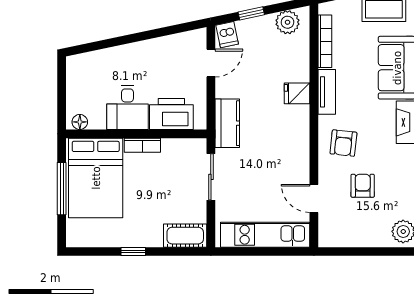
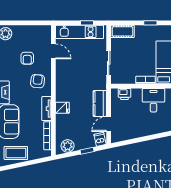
printer: (171, 114) -> (124, 94), width x0.53, depth x0.68
kitchen counter: (227, 123) -> (100, 103), moved
window: (251, 252) -> (87, 23), added

